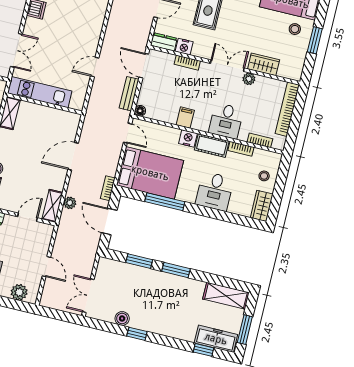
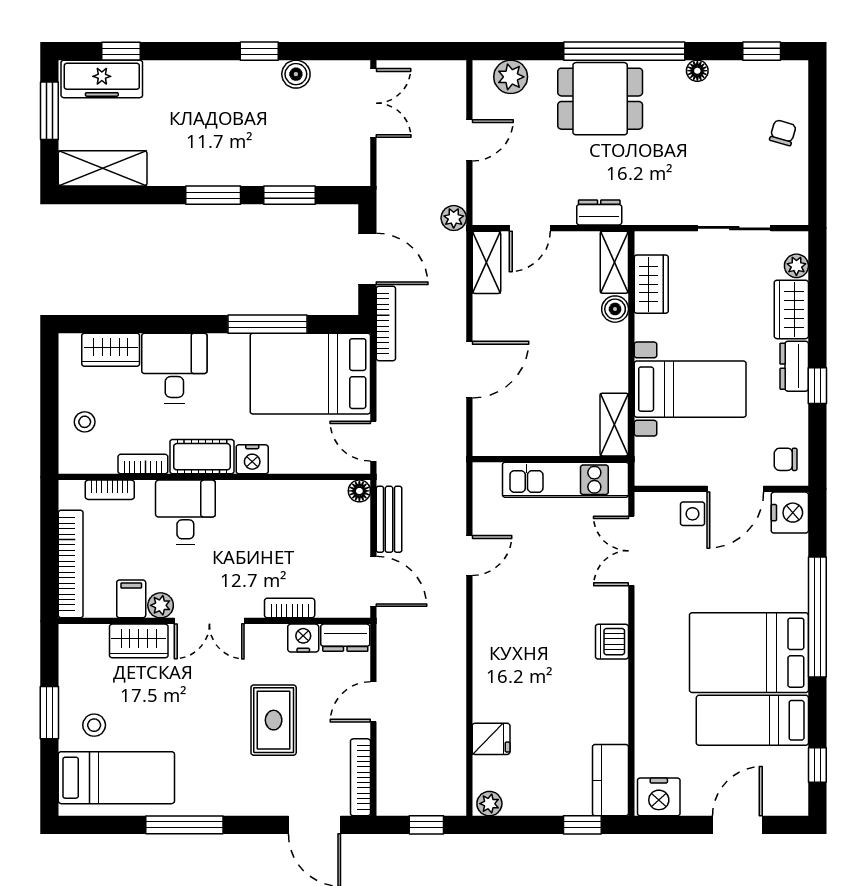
filing cabinet: (185, 118) -> (131, 599), moved, turned 180
bookcase: (108, 188) -> (386, 323), width x1.56
plant: (70, 203) -> (454, 218), moved
wardrobe: (262, 206) -> (111, 350), moved, turned 90
door: (46, 267) -> (469, 140), swing flipped

